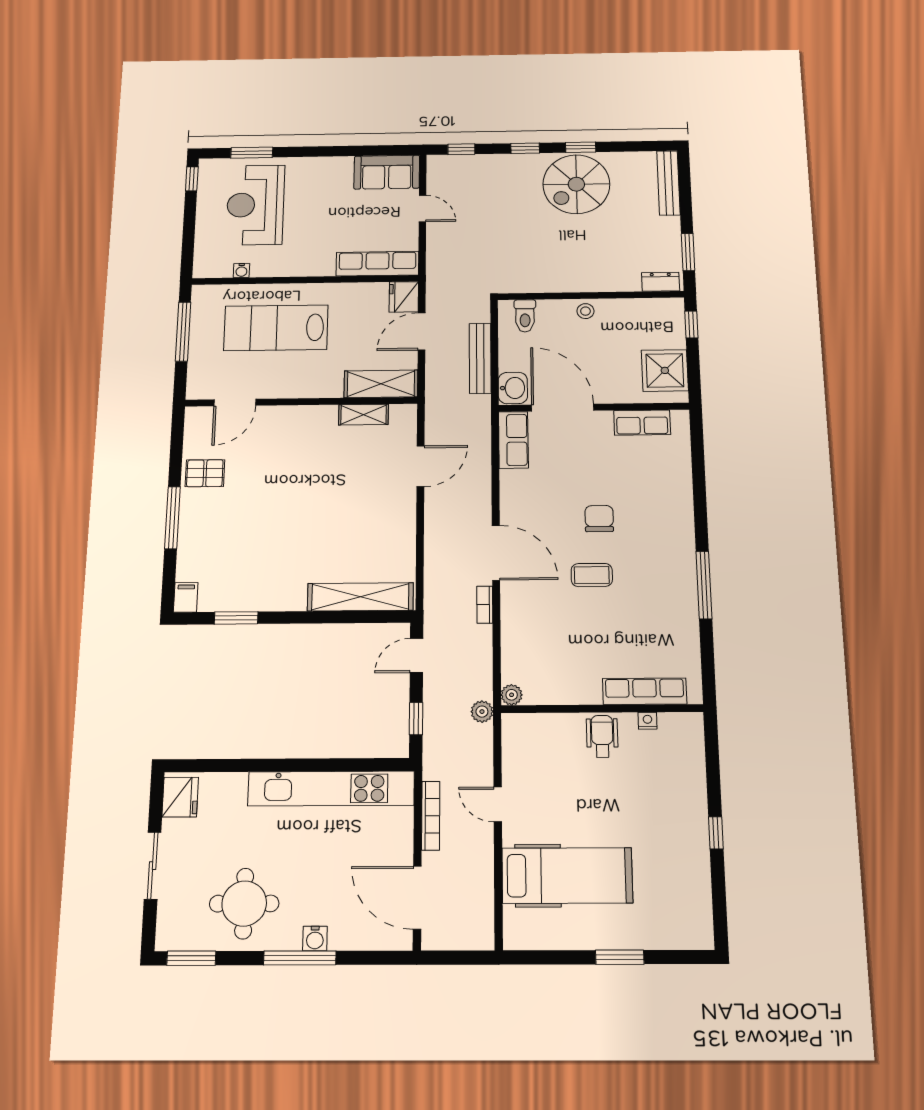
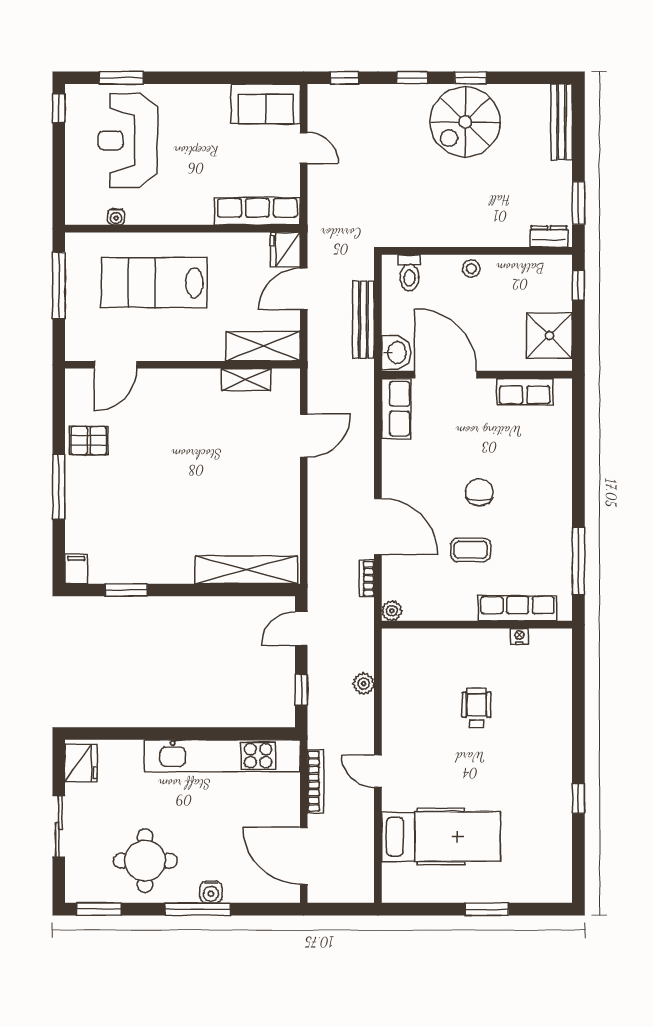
row of seats: (645, 691) -> (518, 608), moved
plant: (512, 695) -> (392, 611), moved
wall: (602, 709) -> (477, 625), moved
nightstand: (648, 721) -> (519, 636), moved

